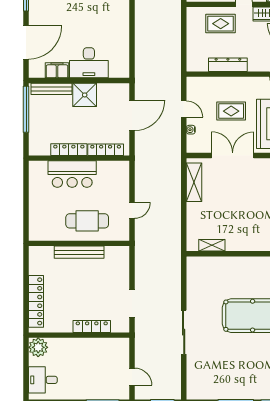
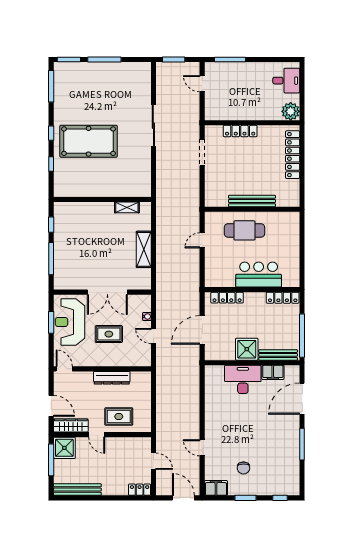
locker: (69, 150) -> (283, 298), moved
shelving: (194, 182) -> (144, 249), moved

